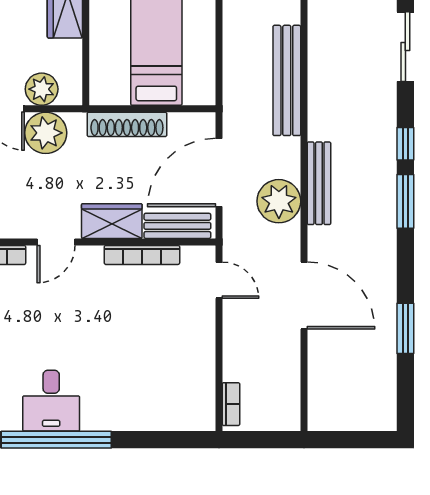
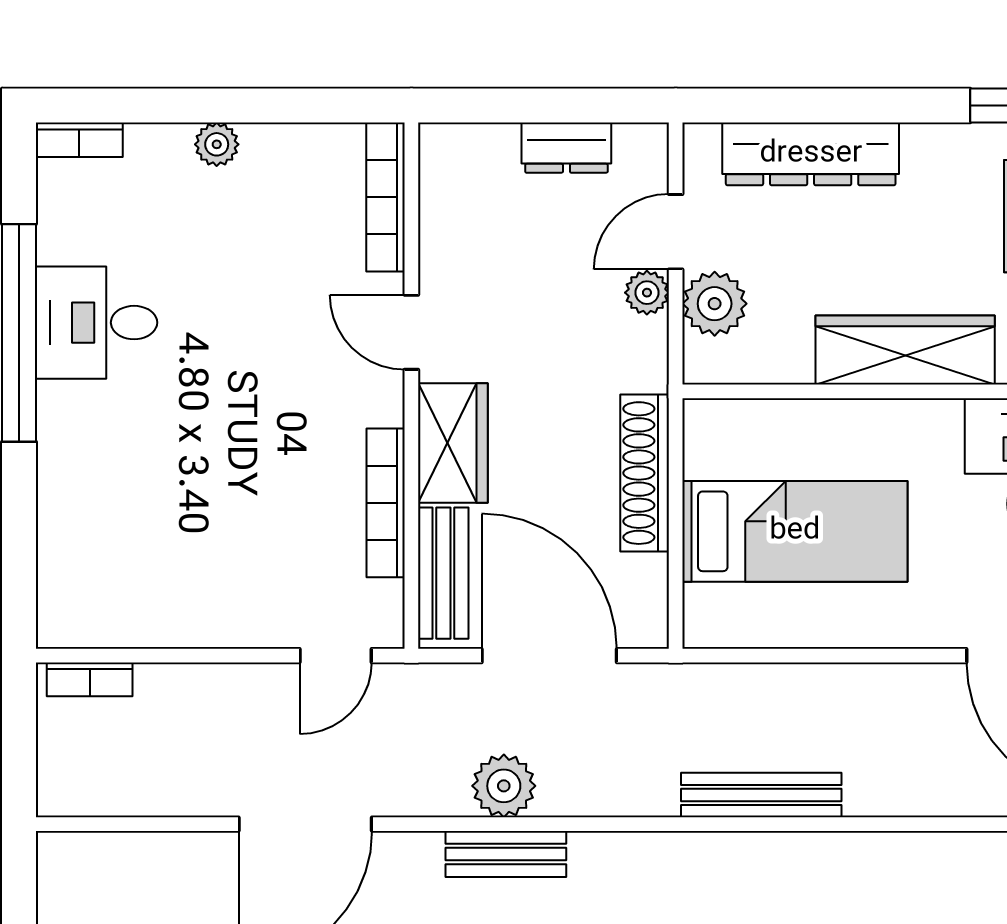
bench: (287, 80) -> (761, 795), width x0.73, depth x0.82
plant: (46, 133) -> (647, 293), width x0.53, depth x0.53
bench: (319, 183) -> (506, 854), width x0.73
plant: (279, 201) -> (504, 786), width x0.73, depth x0.73

